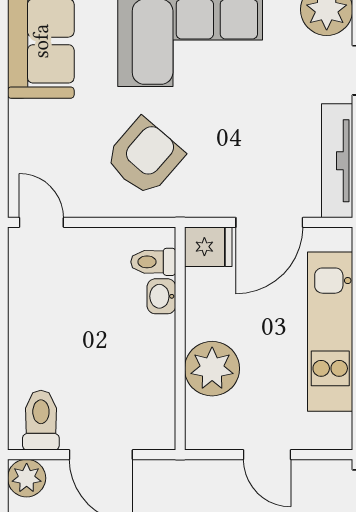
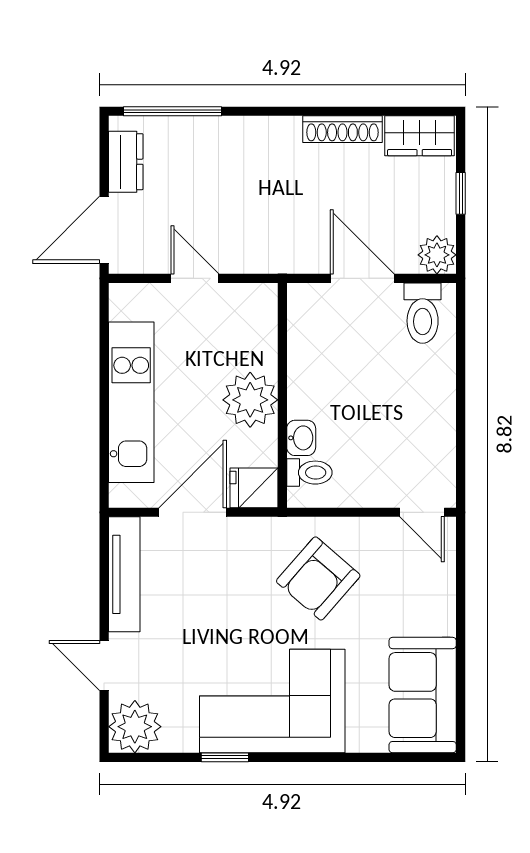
plant: (212, 369) -> (250, 400), moved

